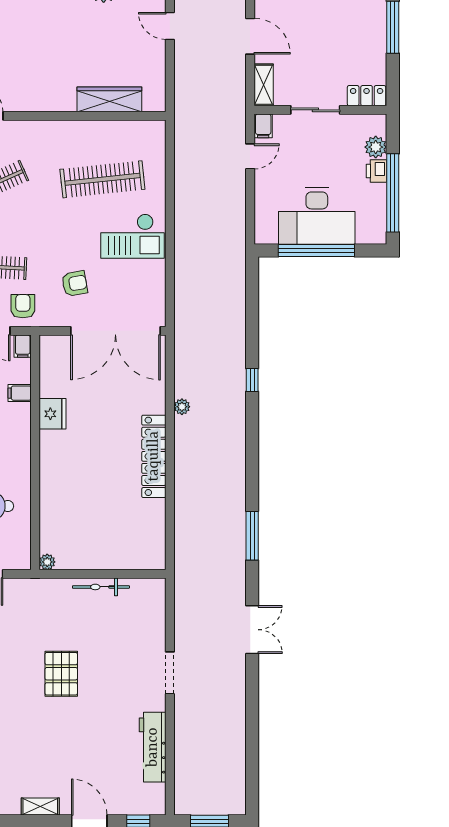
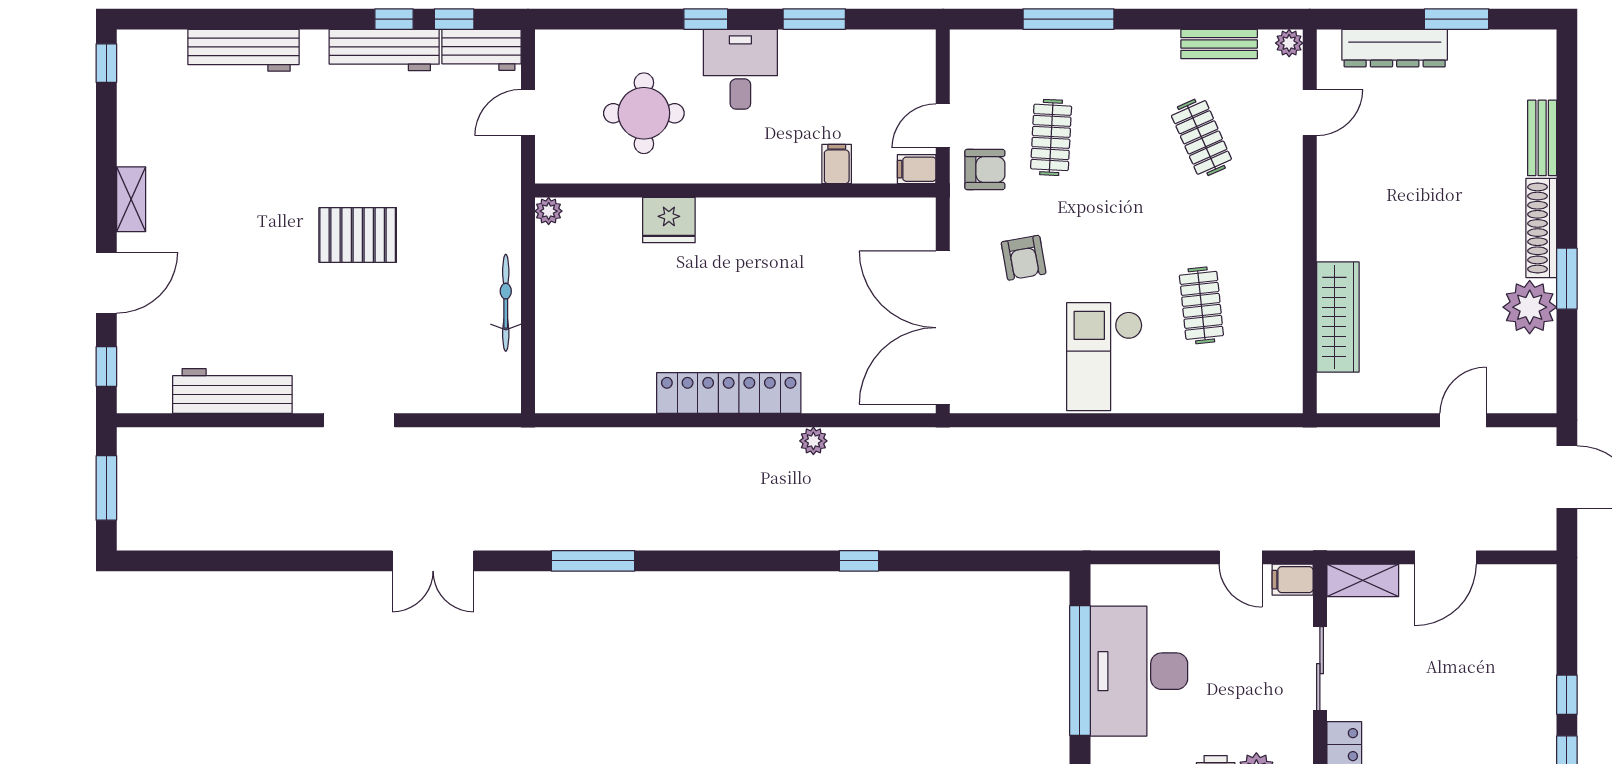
clothes rail: (102, 179) -> (1201, 305), width x0.54, depth x0.76
fridge: (52, 414) -> (669, 220), moved

